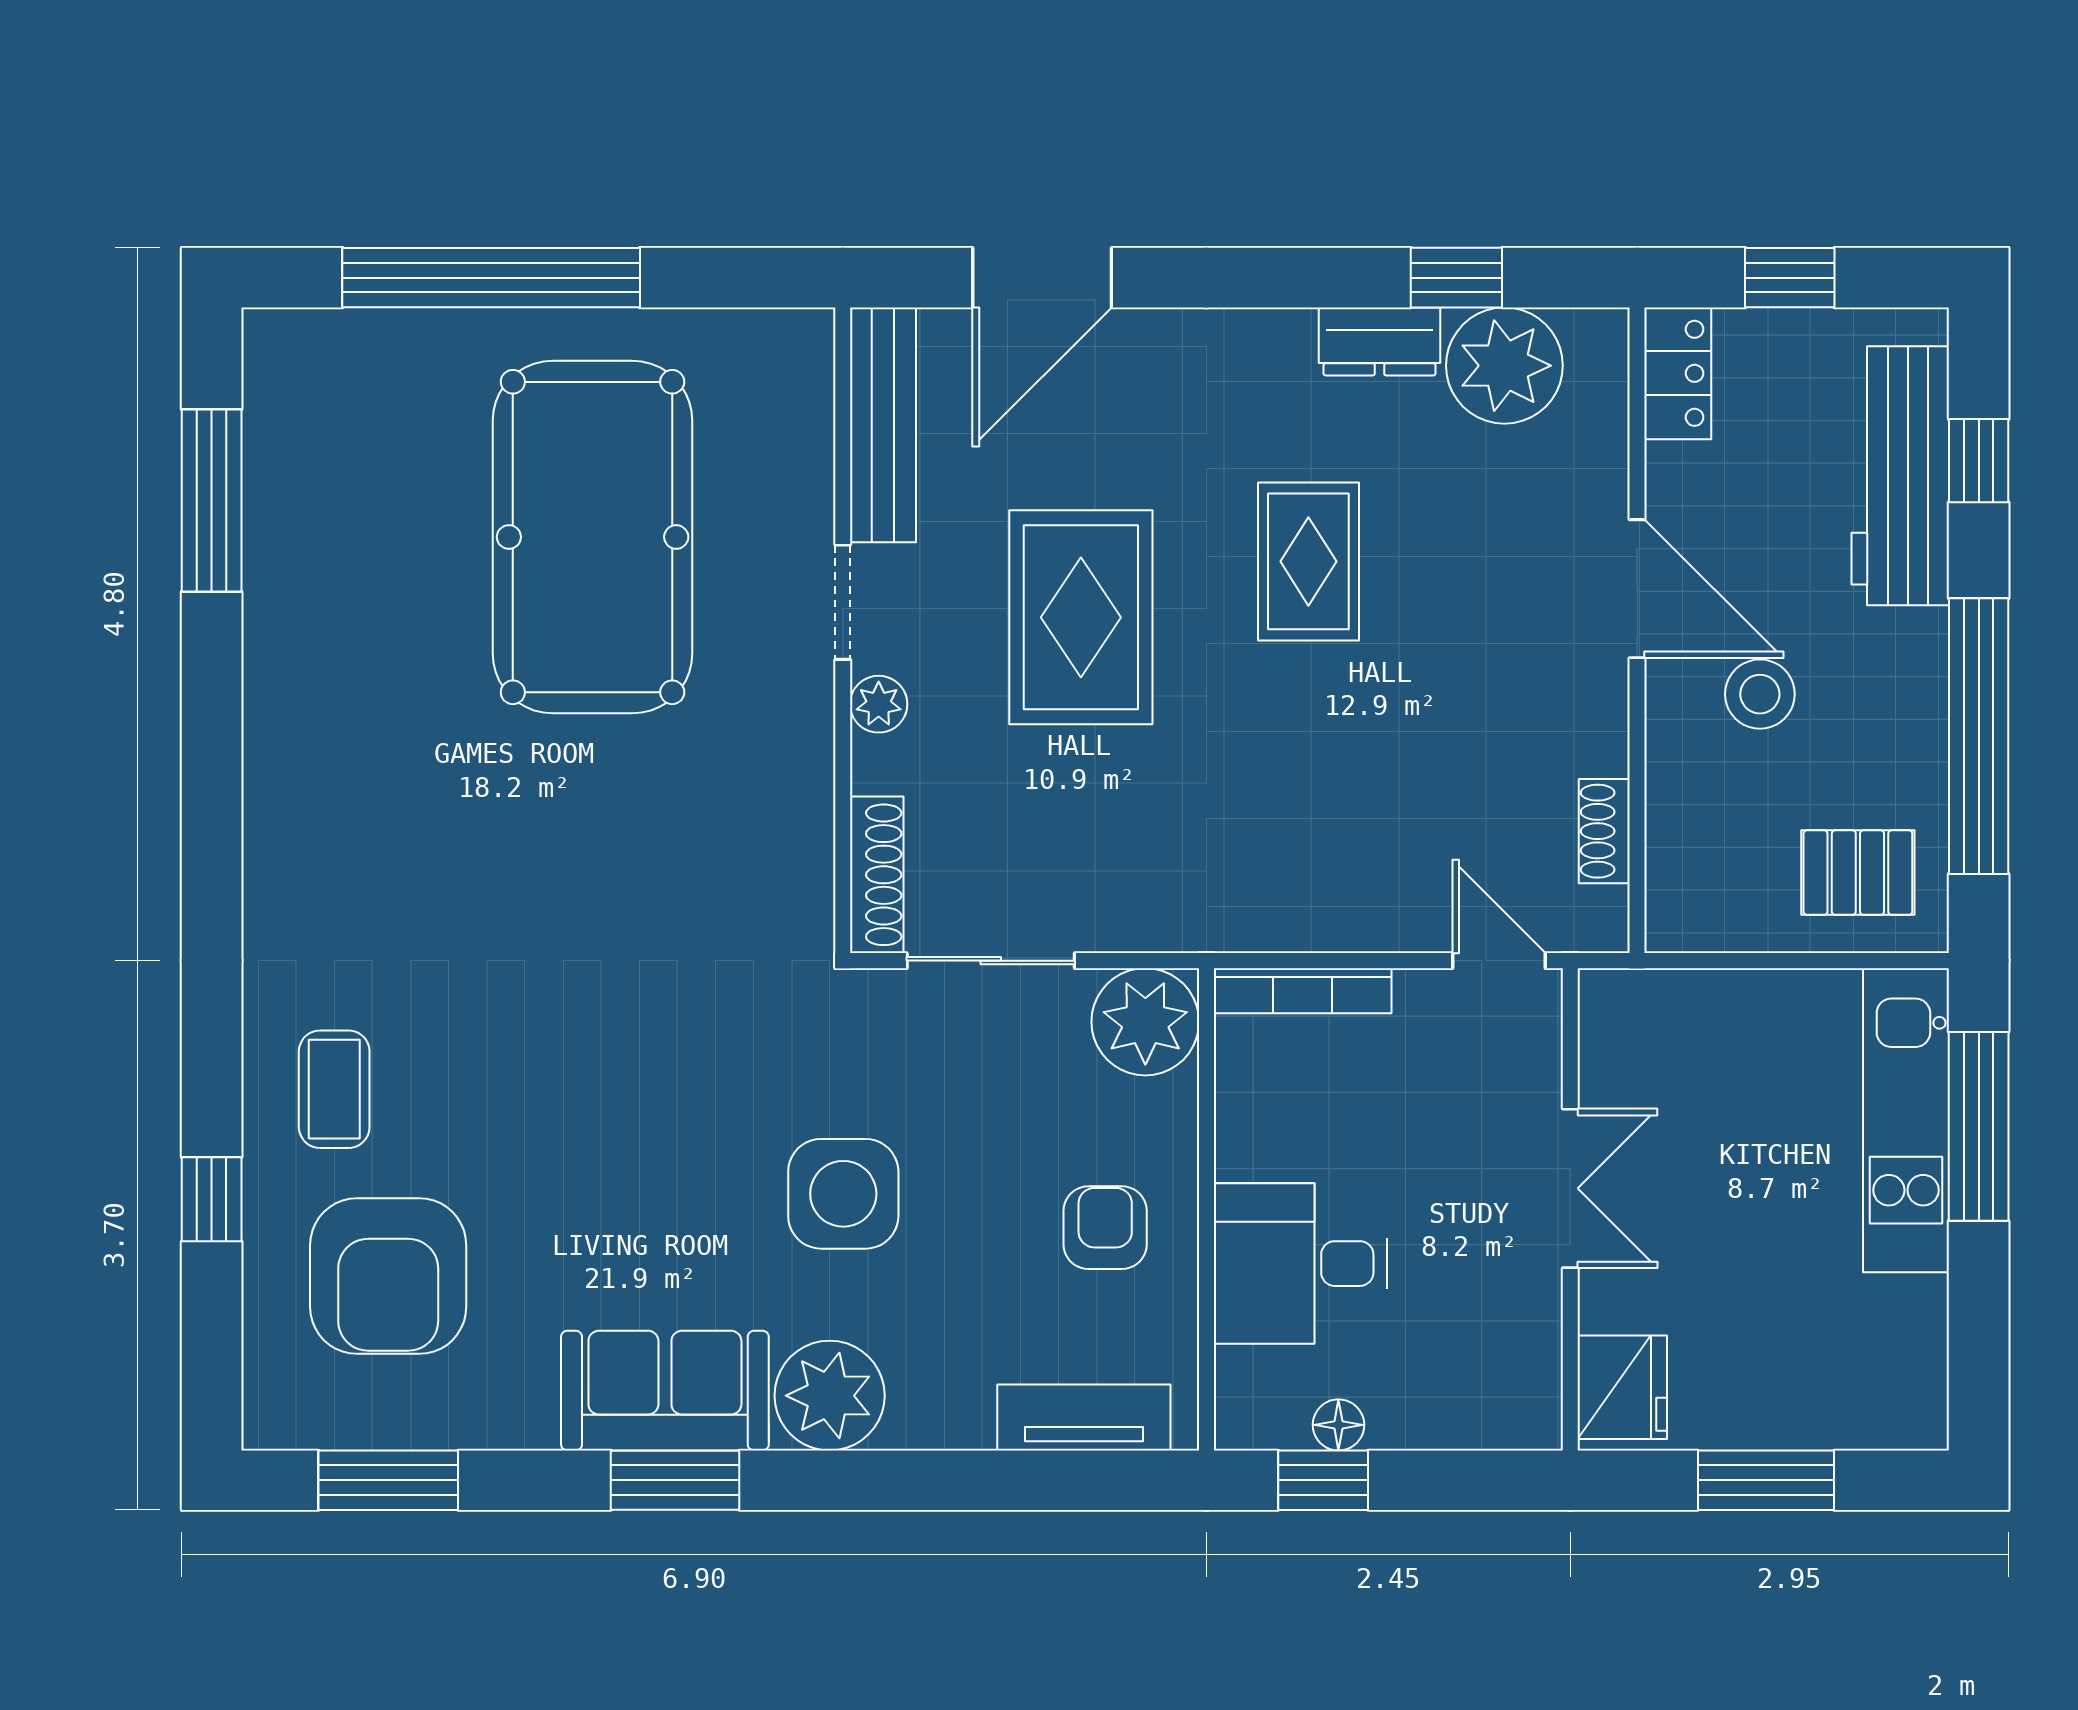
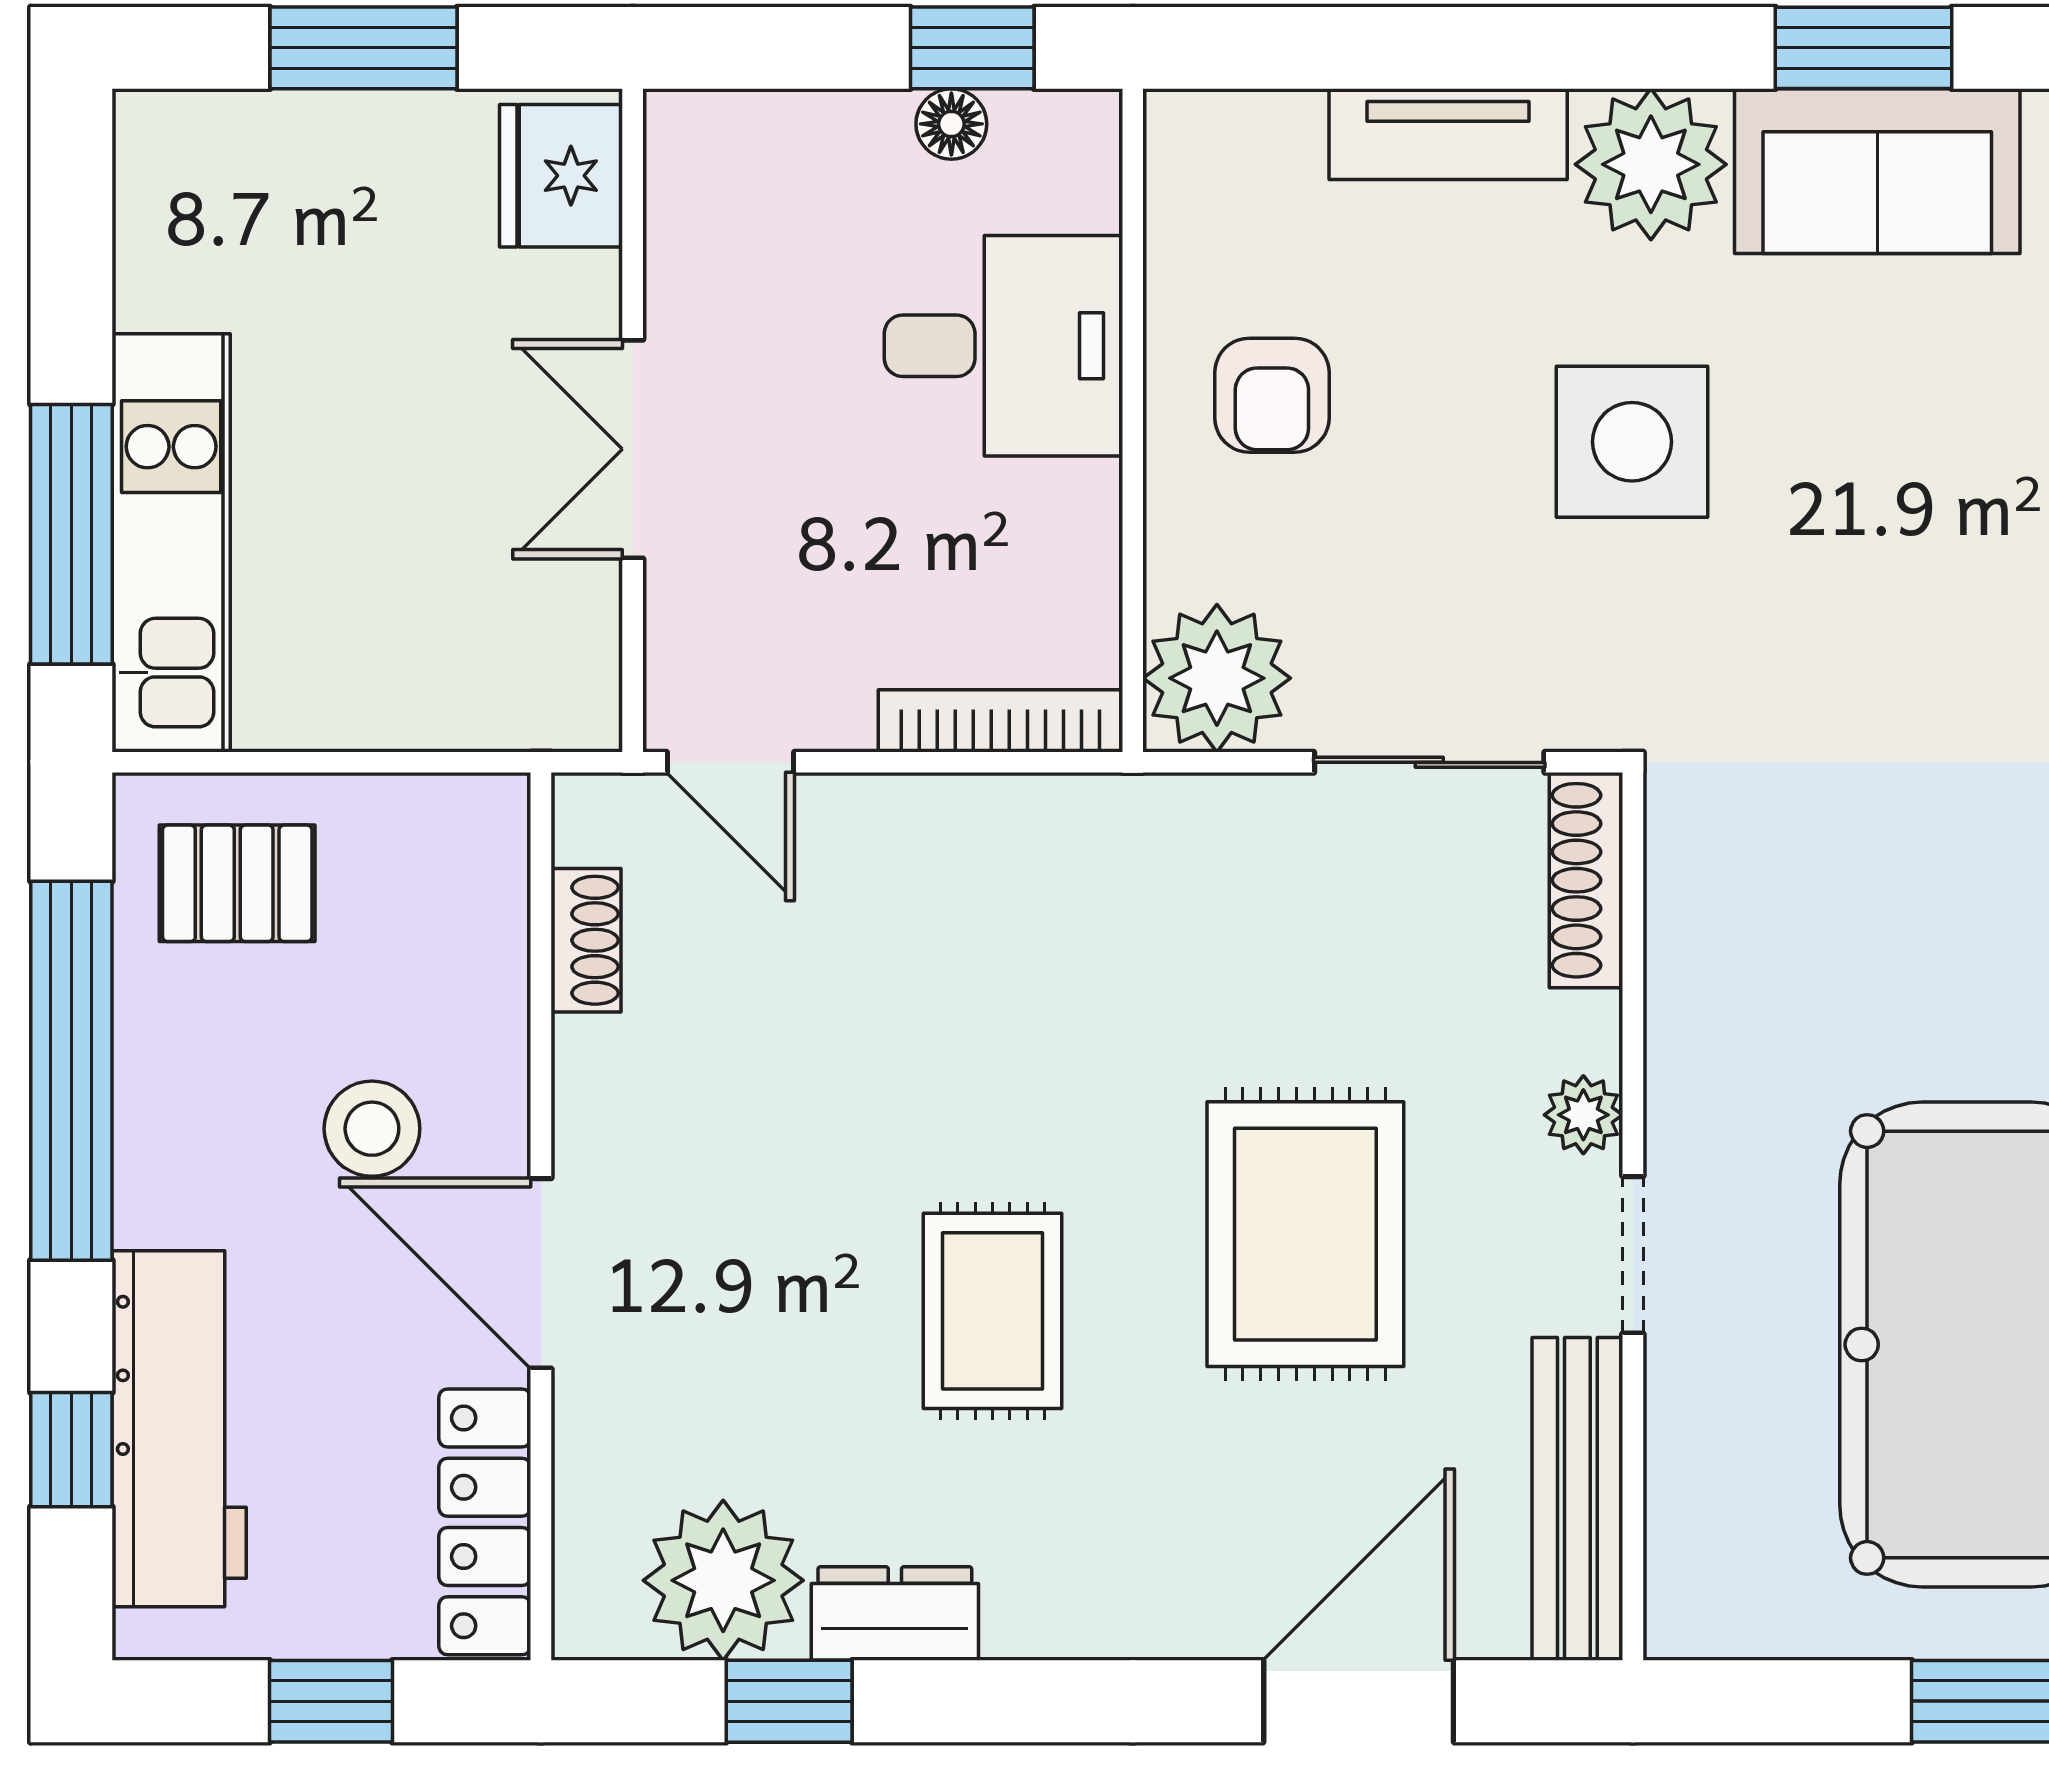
locker: (1678, 373) -> (485, 1522), width x1.53
tv unit: (1084, 1418) -> (1448, 134), moved

